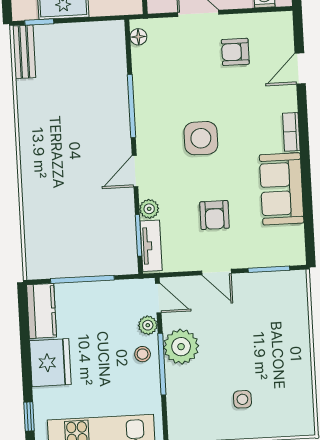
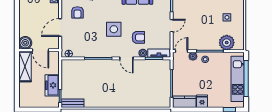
armchair: (215, 215) -> (138, 37), moved
plant: (181, 347) -> (227, 43), moved
fridge: (50, 363) -> (202, 101), width x0.53, depth x0.75

